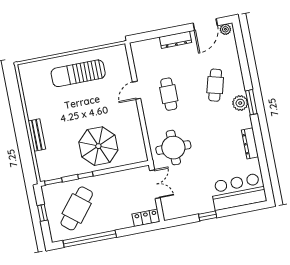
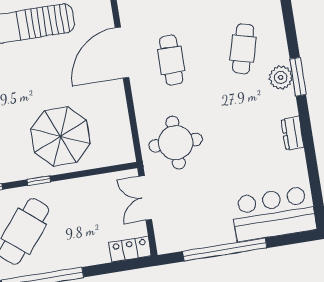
door: (137, 90) -> (122, 53), width x1.87
dresser: (250, 143) -> (293, 133), width x0.70
double door: (155, 184) -> (145, 198), swing flipped
window: (208, 216) -> (225, 250), width x3.17

